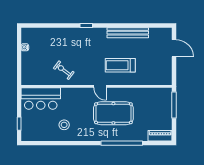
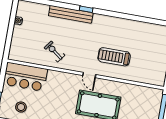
bench: (128, 33) -> (71, 14), moved
stool: (64, 125) -> (21, 107), moved

